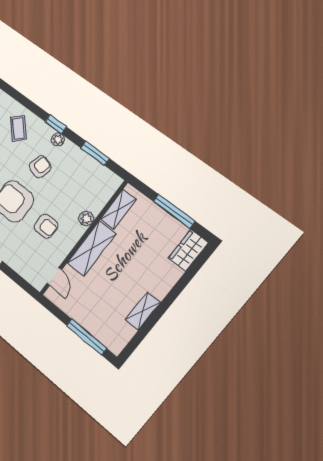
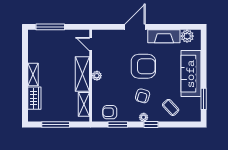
plant: (86, 219) -> (97, 76), moved
armchair: (46, 226) -> (110, 112), moved
wardrobe: (188, 250) -> (34, 98), moved
shelving: (143, 311) -> (33, 75), moved

